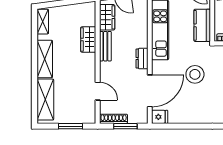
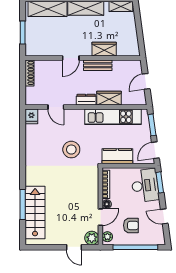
wardrobe: (107, 17) -> (109, 98), moved, turned 180
door: (98, 91) -> (71, 58), moved
door: (150, 91) -> (56, 107), width x0.53
window: (125, 126) -> (23, 84), removed

